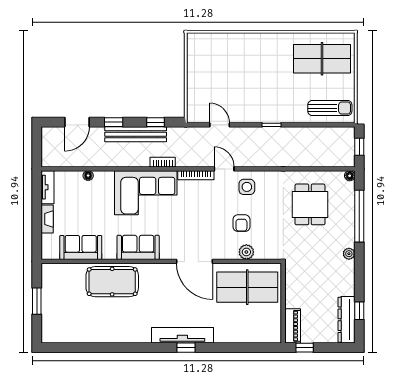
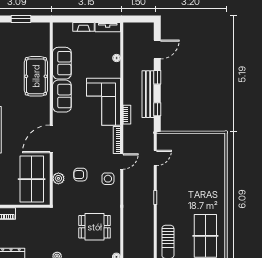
door: (77, 122) -> (157, 50), swing flipped
sofa: (81, 247) -> (62, 63), moved

